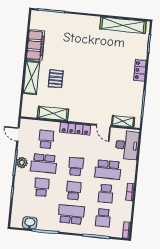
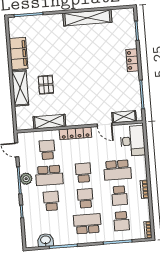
shelving: (123, 25) -> (87, 18), moved

